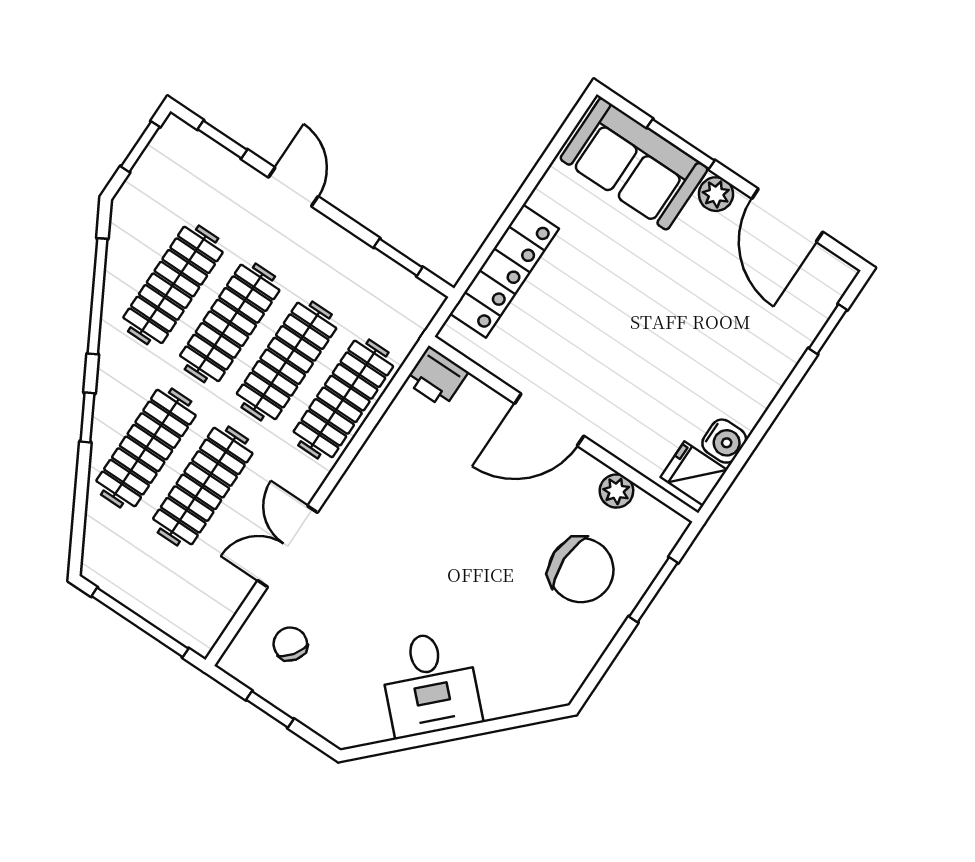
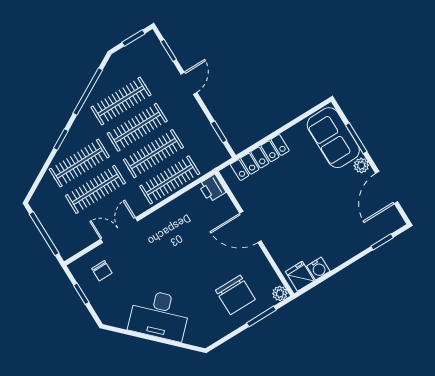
plant: (616, 491) -> (280, 293), moved
chair: (290, 644) -> (102, 271), turned 144
desk: (430, 683) -> (159, 315), width x1.37

